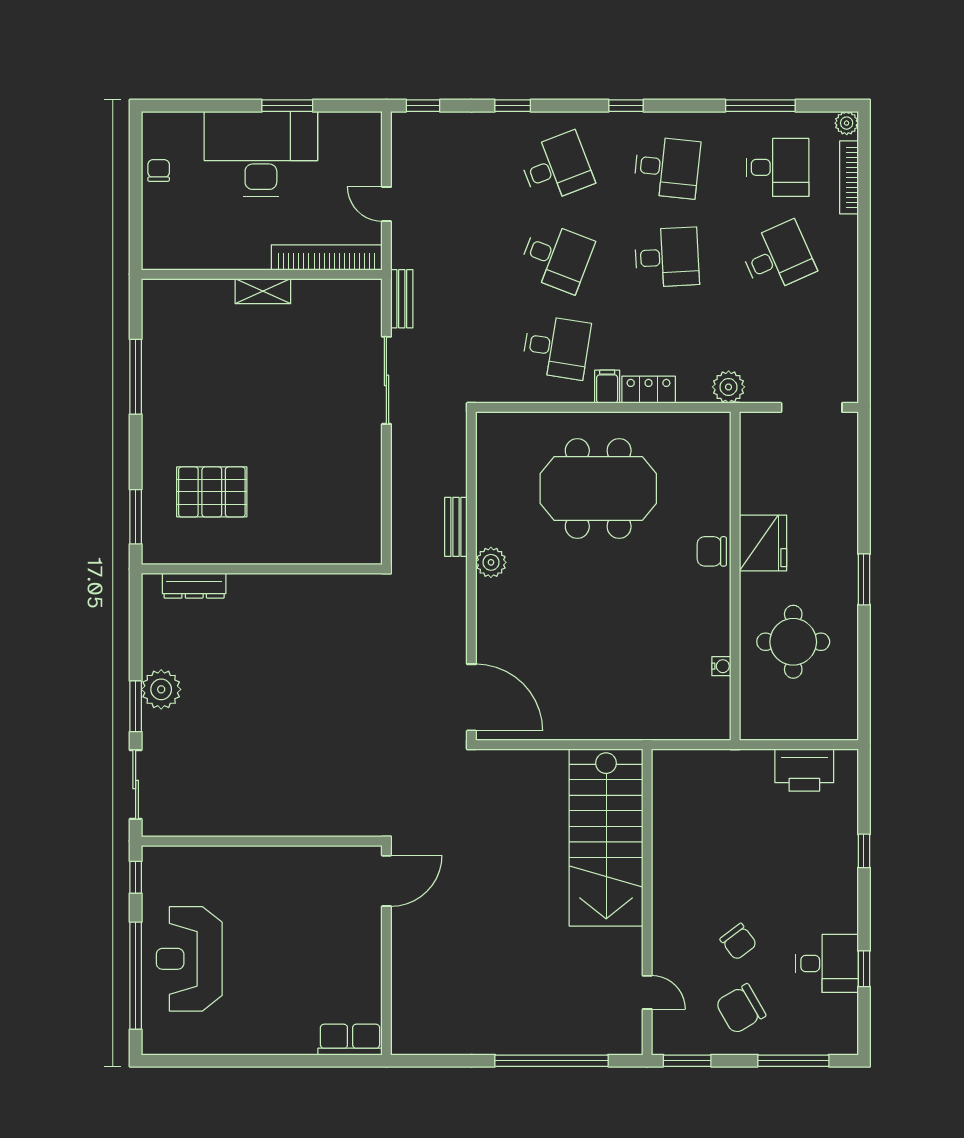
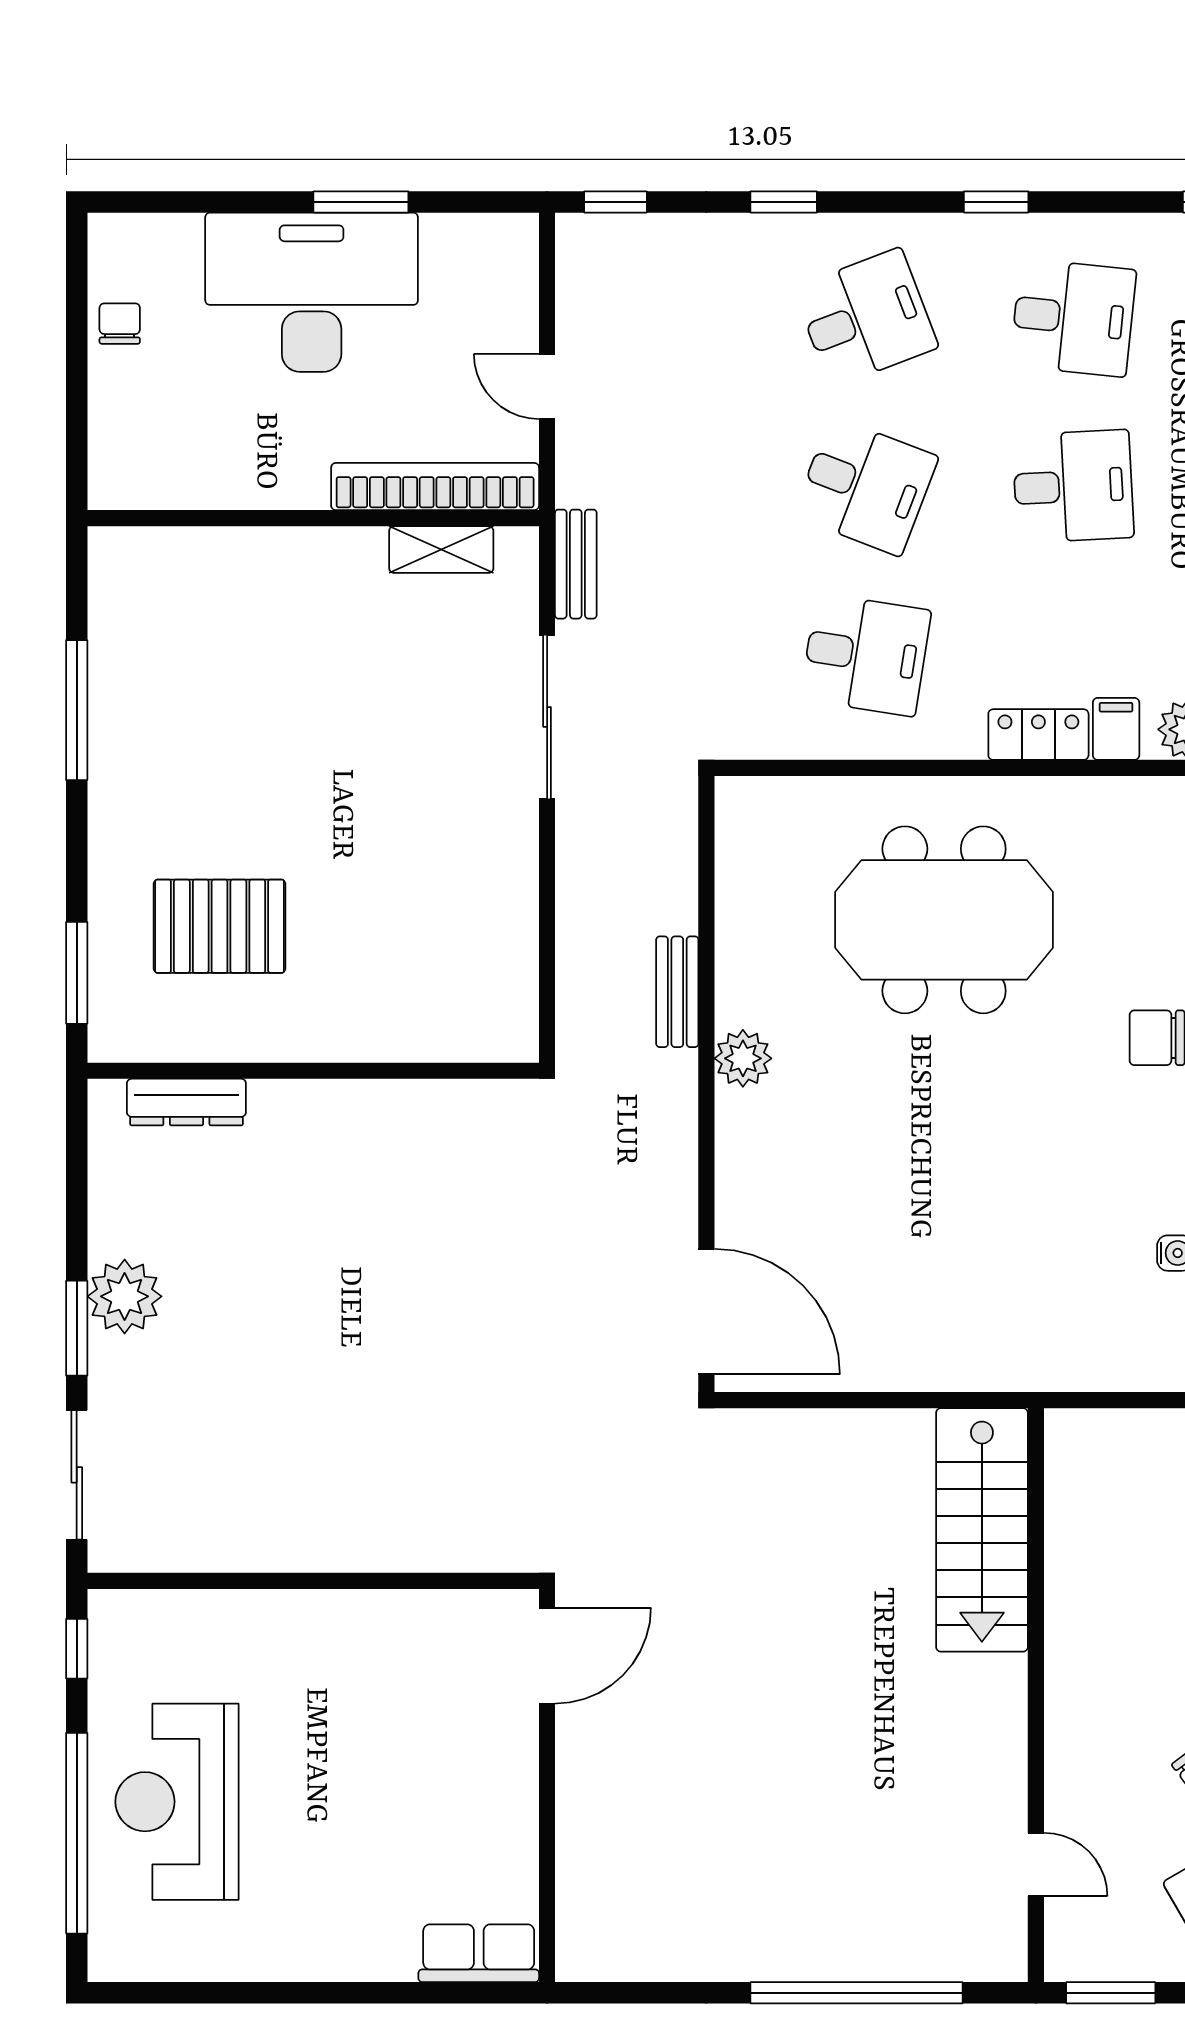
shelving: (263, 291) -> (441, 550), moved
filing cabinet: (607, 387) -> (1116, 729), moved
stairs: (606, 837) -> (982, 1530), width x0.73, depth x0.66

